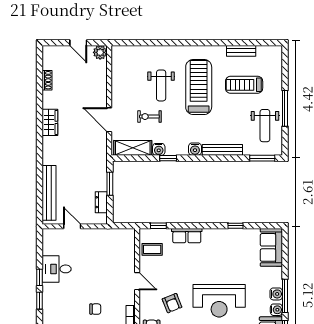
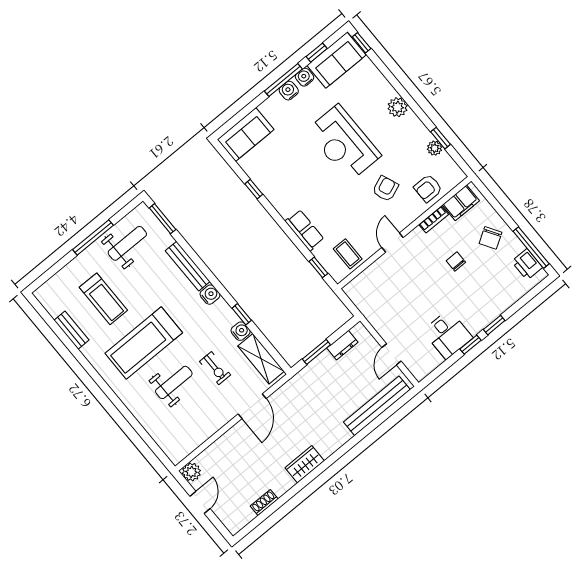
reception desk: (219, 301) -> (344, 143), turned 180

